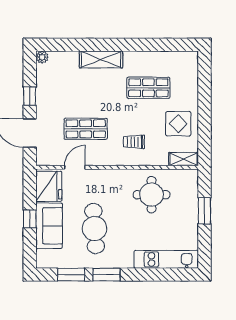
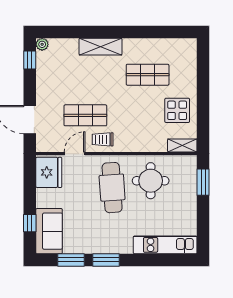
window: (30, 96) -> (30, 60), moved
trolley: (134, 142) -> (103, 139), moved
window: (204, 211) -> (203, 182), moved
window: (30, 219) -> (30, 223), moved
sofa: (49, 226) -> (49, 231), moved
cafe table: (95, 228) -> (112, 188), moved

